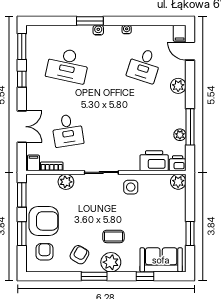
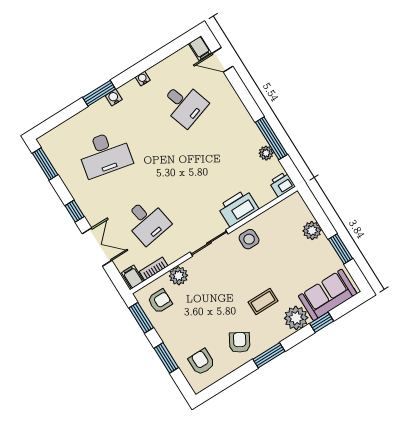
desk: (144, 65) -> (184, 104), turned -36
window: (22, 79) -> (75, 211), moved
plant: (178, 86) -> (233, 104), removed
printer: (154, 161) -> (238, 208), moved
plant: (178, 182) -> (312, 231), moved
armchair: (44, 221) -> (160, 301), moved, width x0.53, depth x0.53
plant: (111, 262) -> (296, 318), moved

